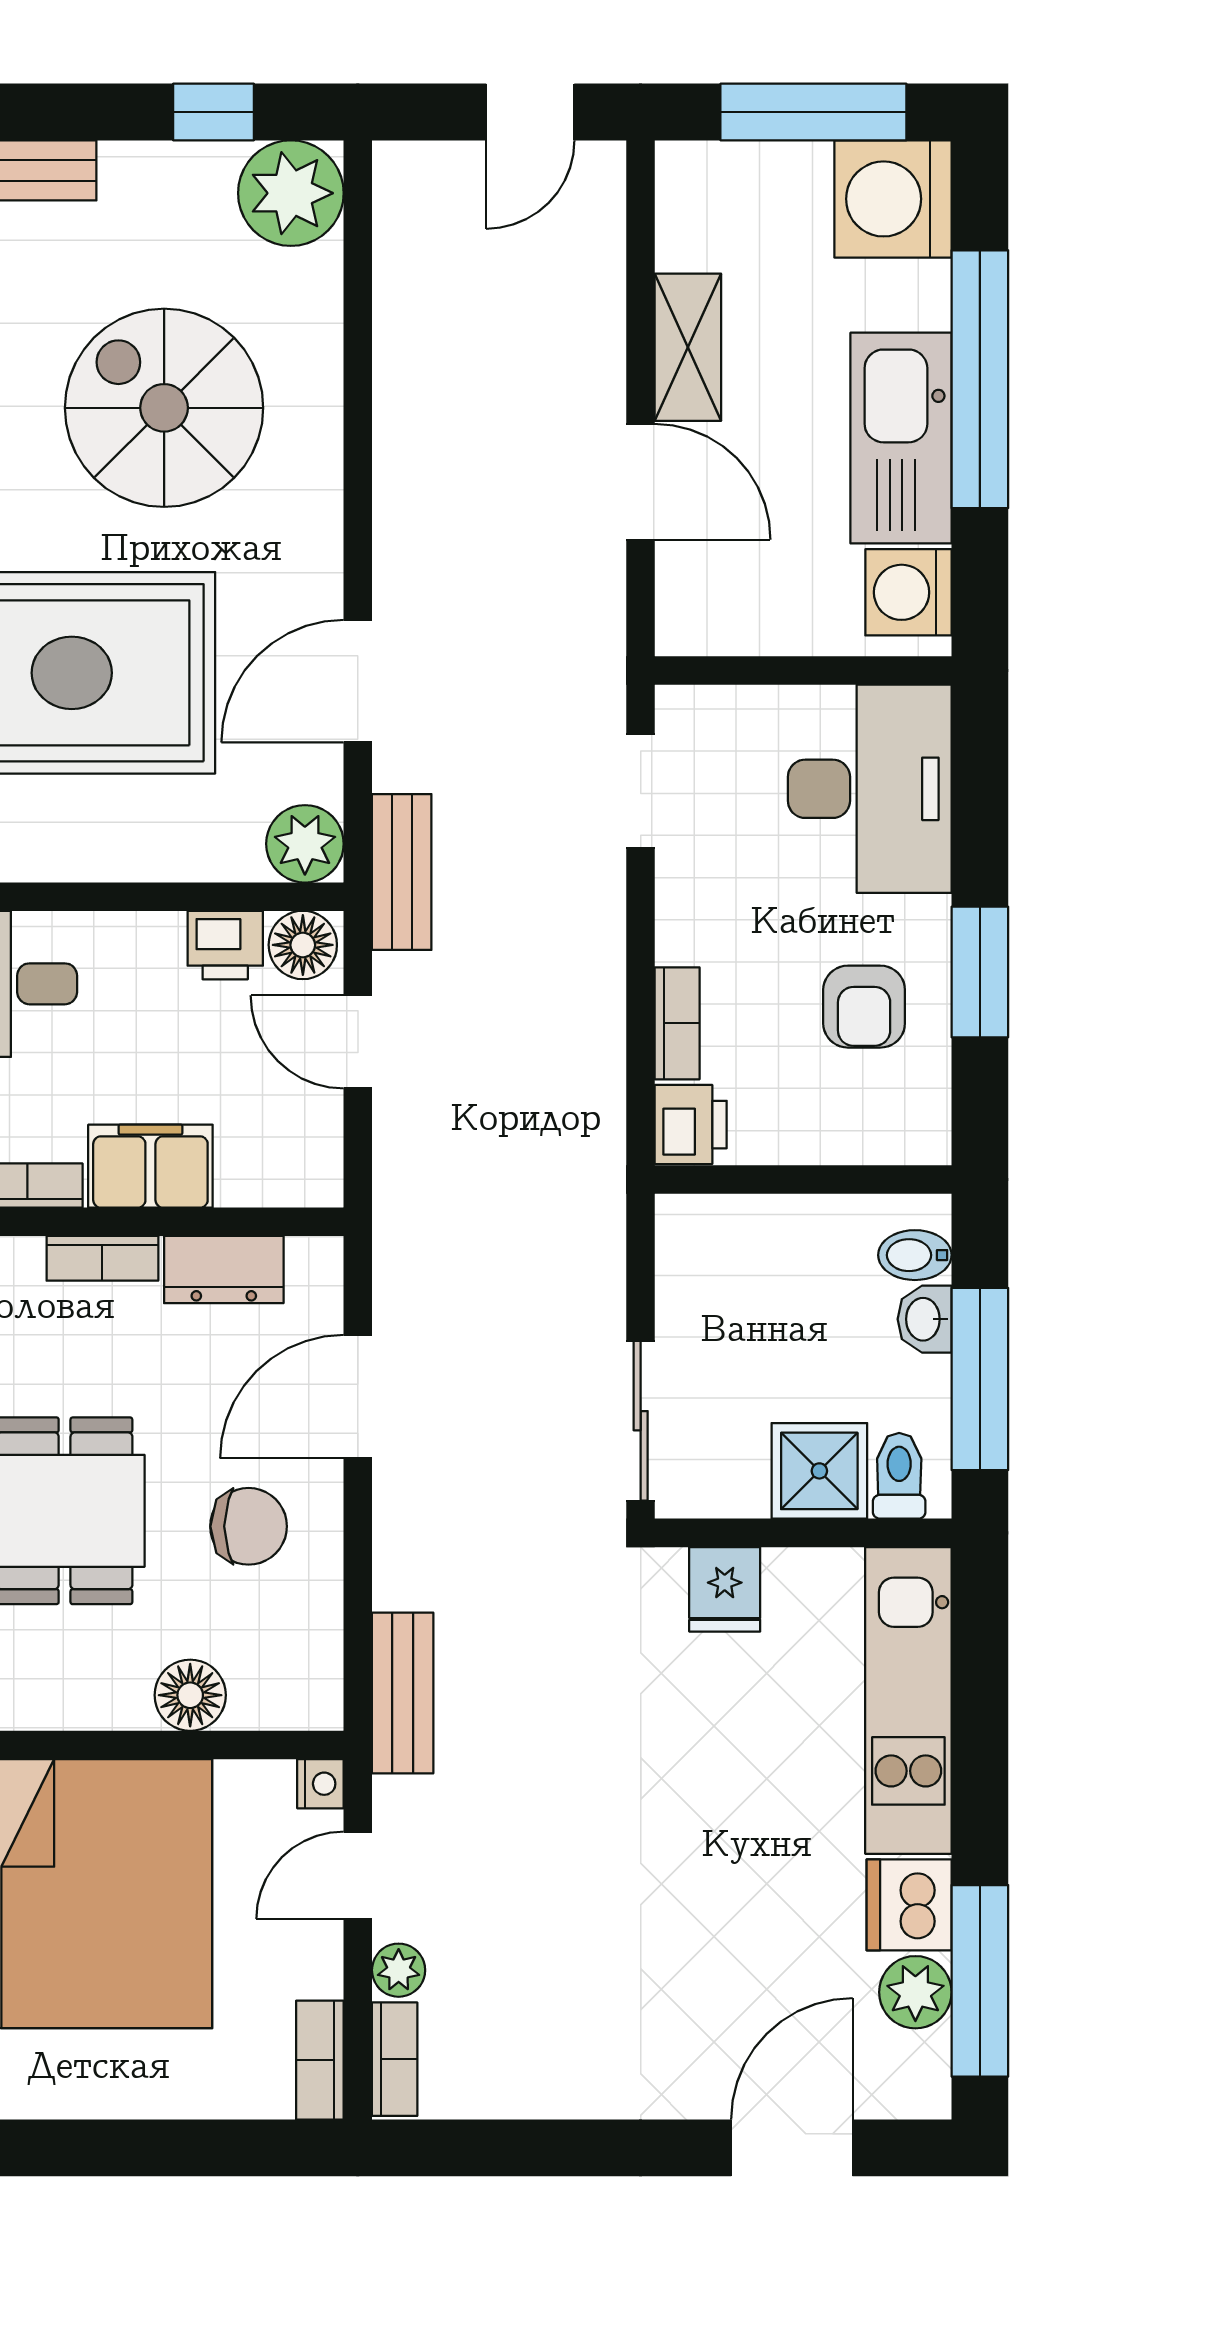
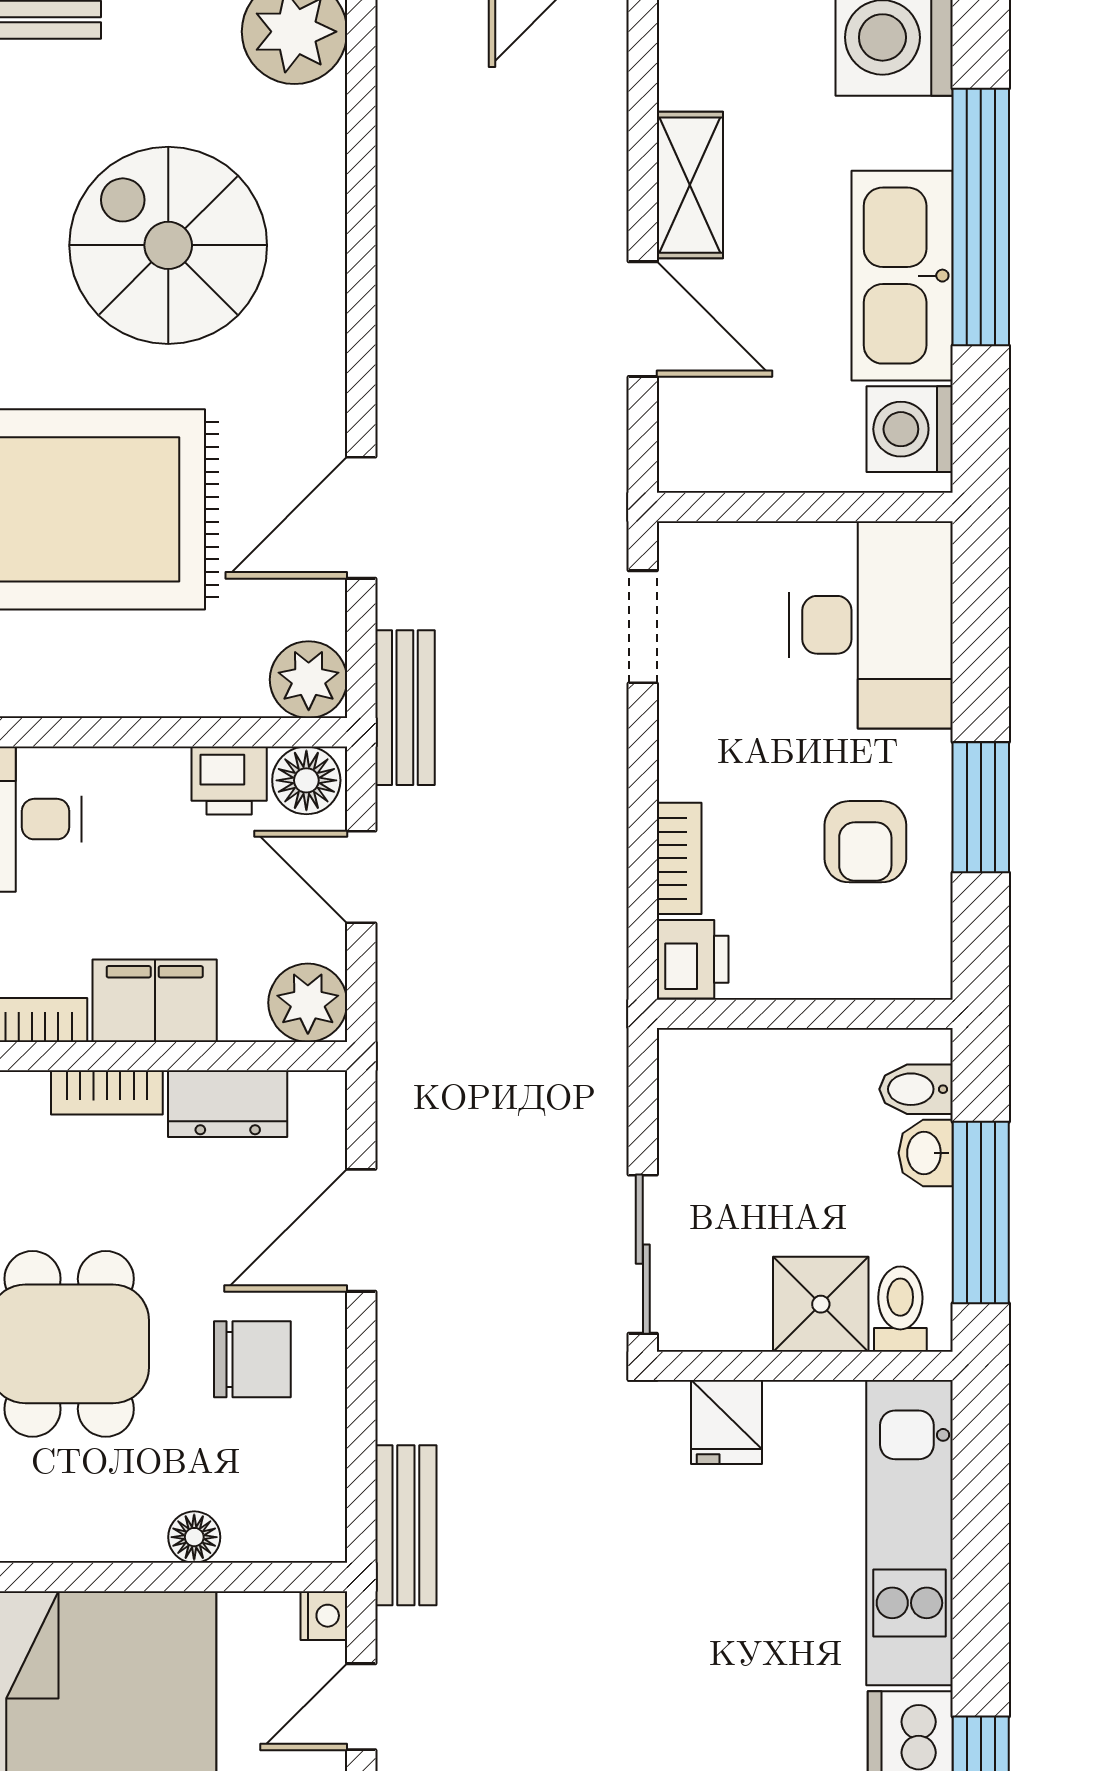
plant: (304, 1168) -> (308, 1003), added
floor lamp: (190, 1695) -> (194, 1537), width x0.73, depth x0.73

